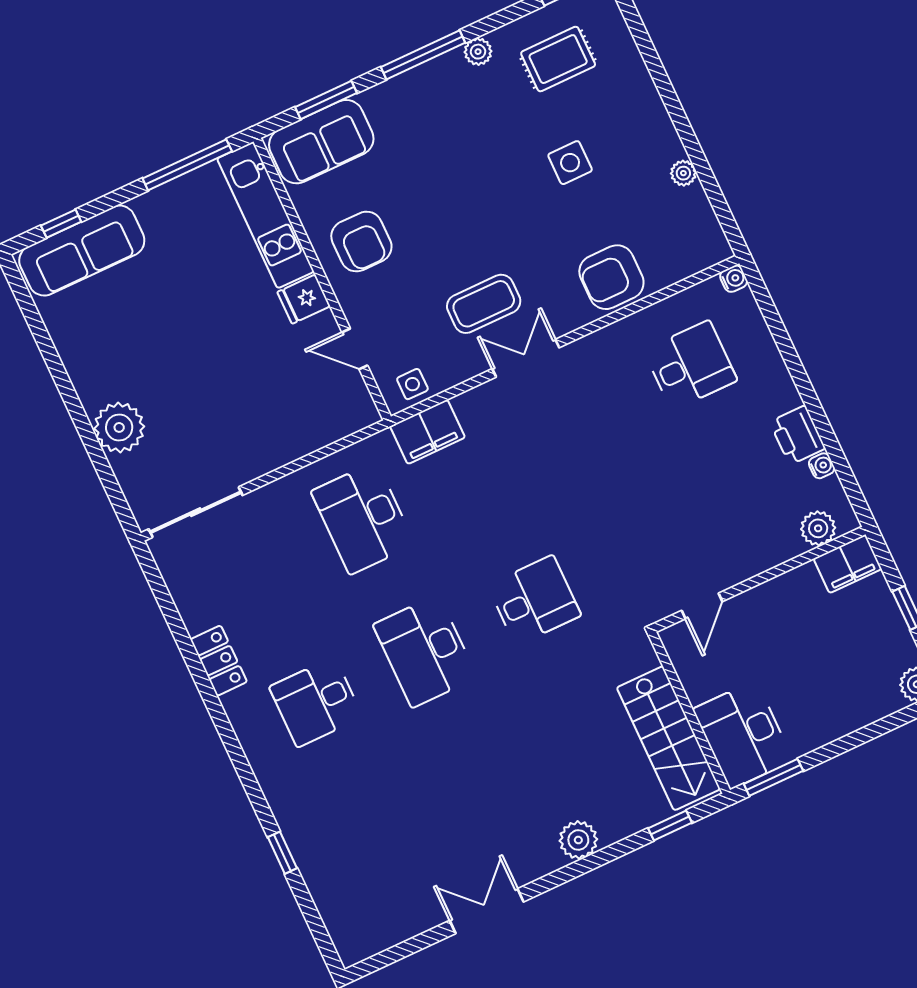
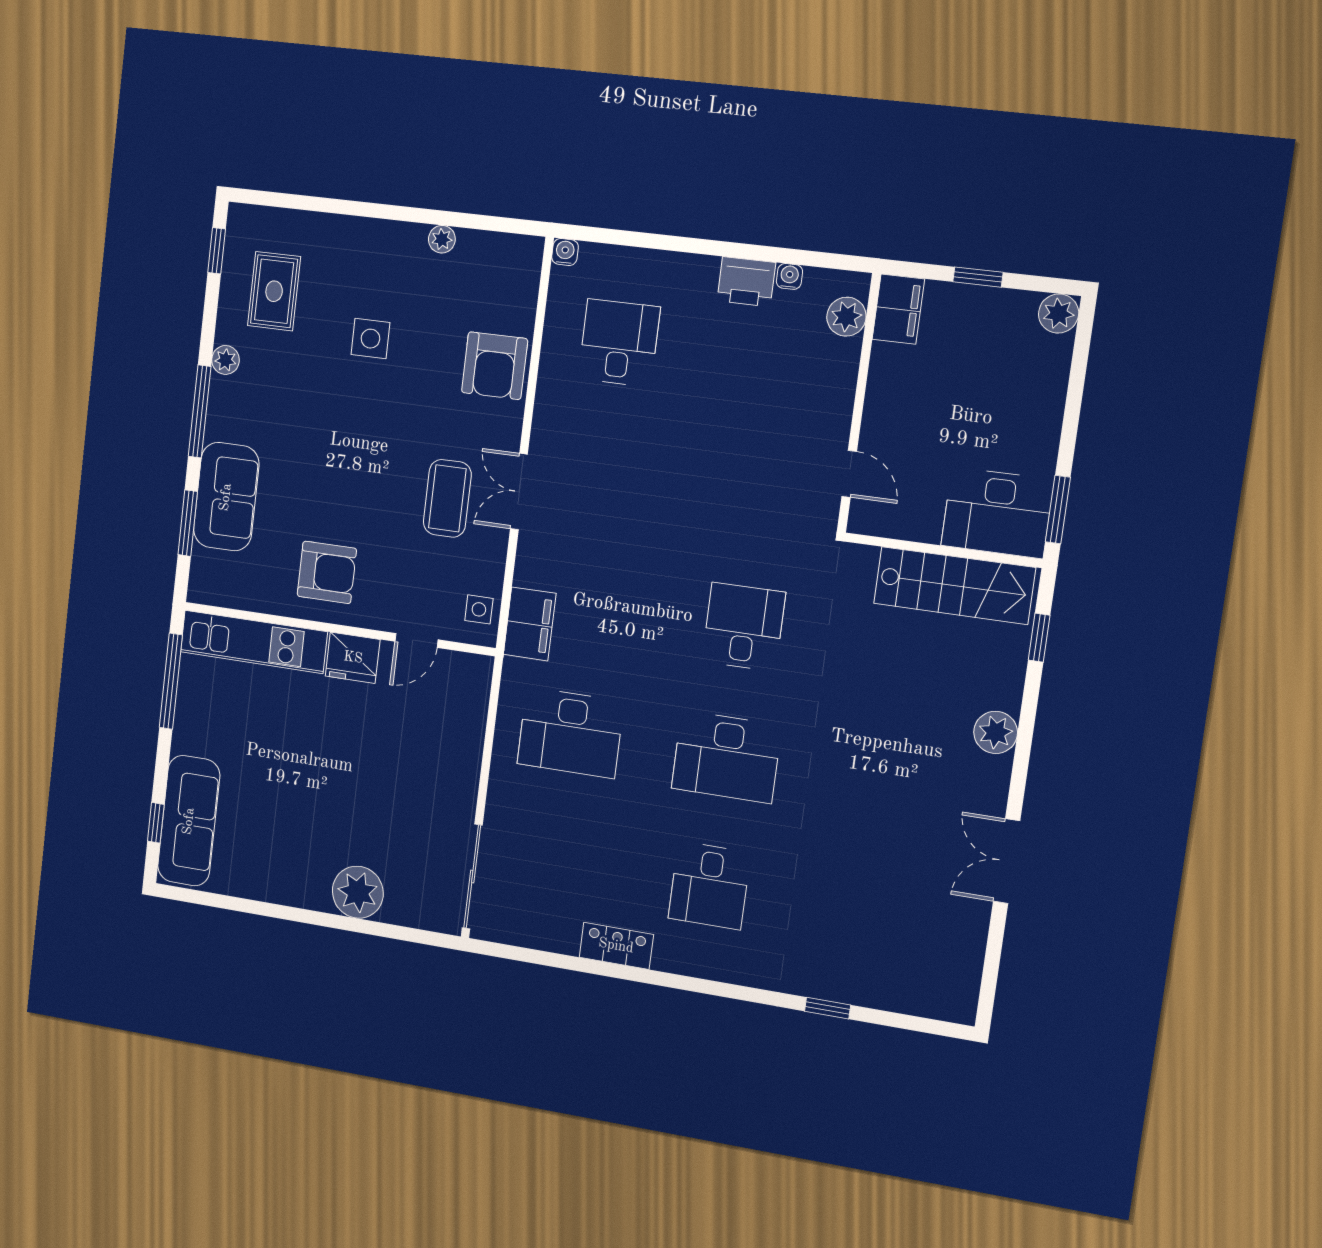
sofa: (321, 142) -> (226, 497), moved
fridge: (304, 299) -> (353, 658), width x1.38

